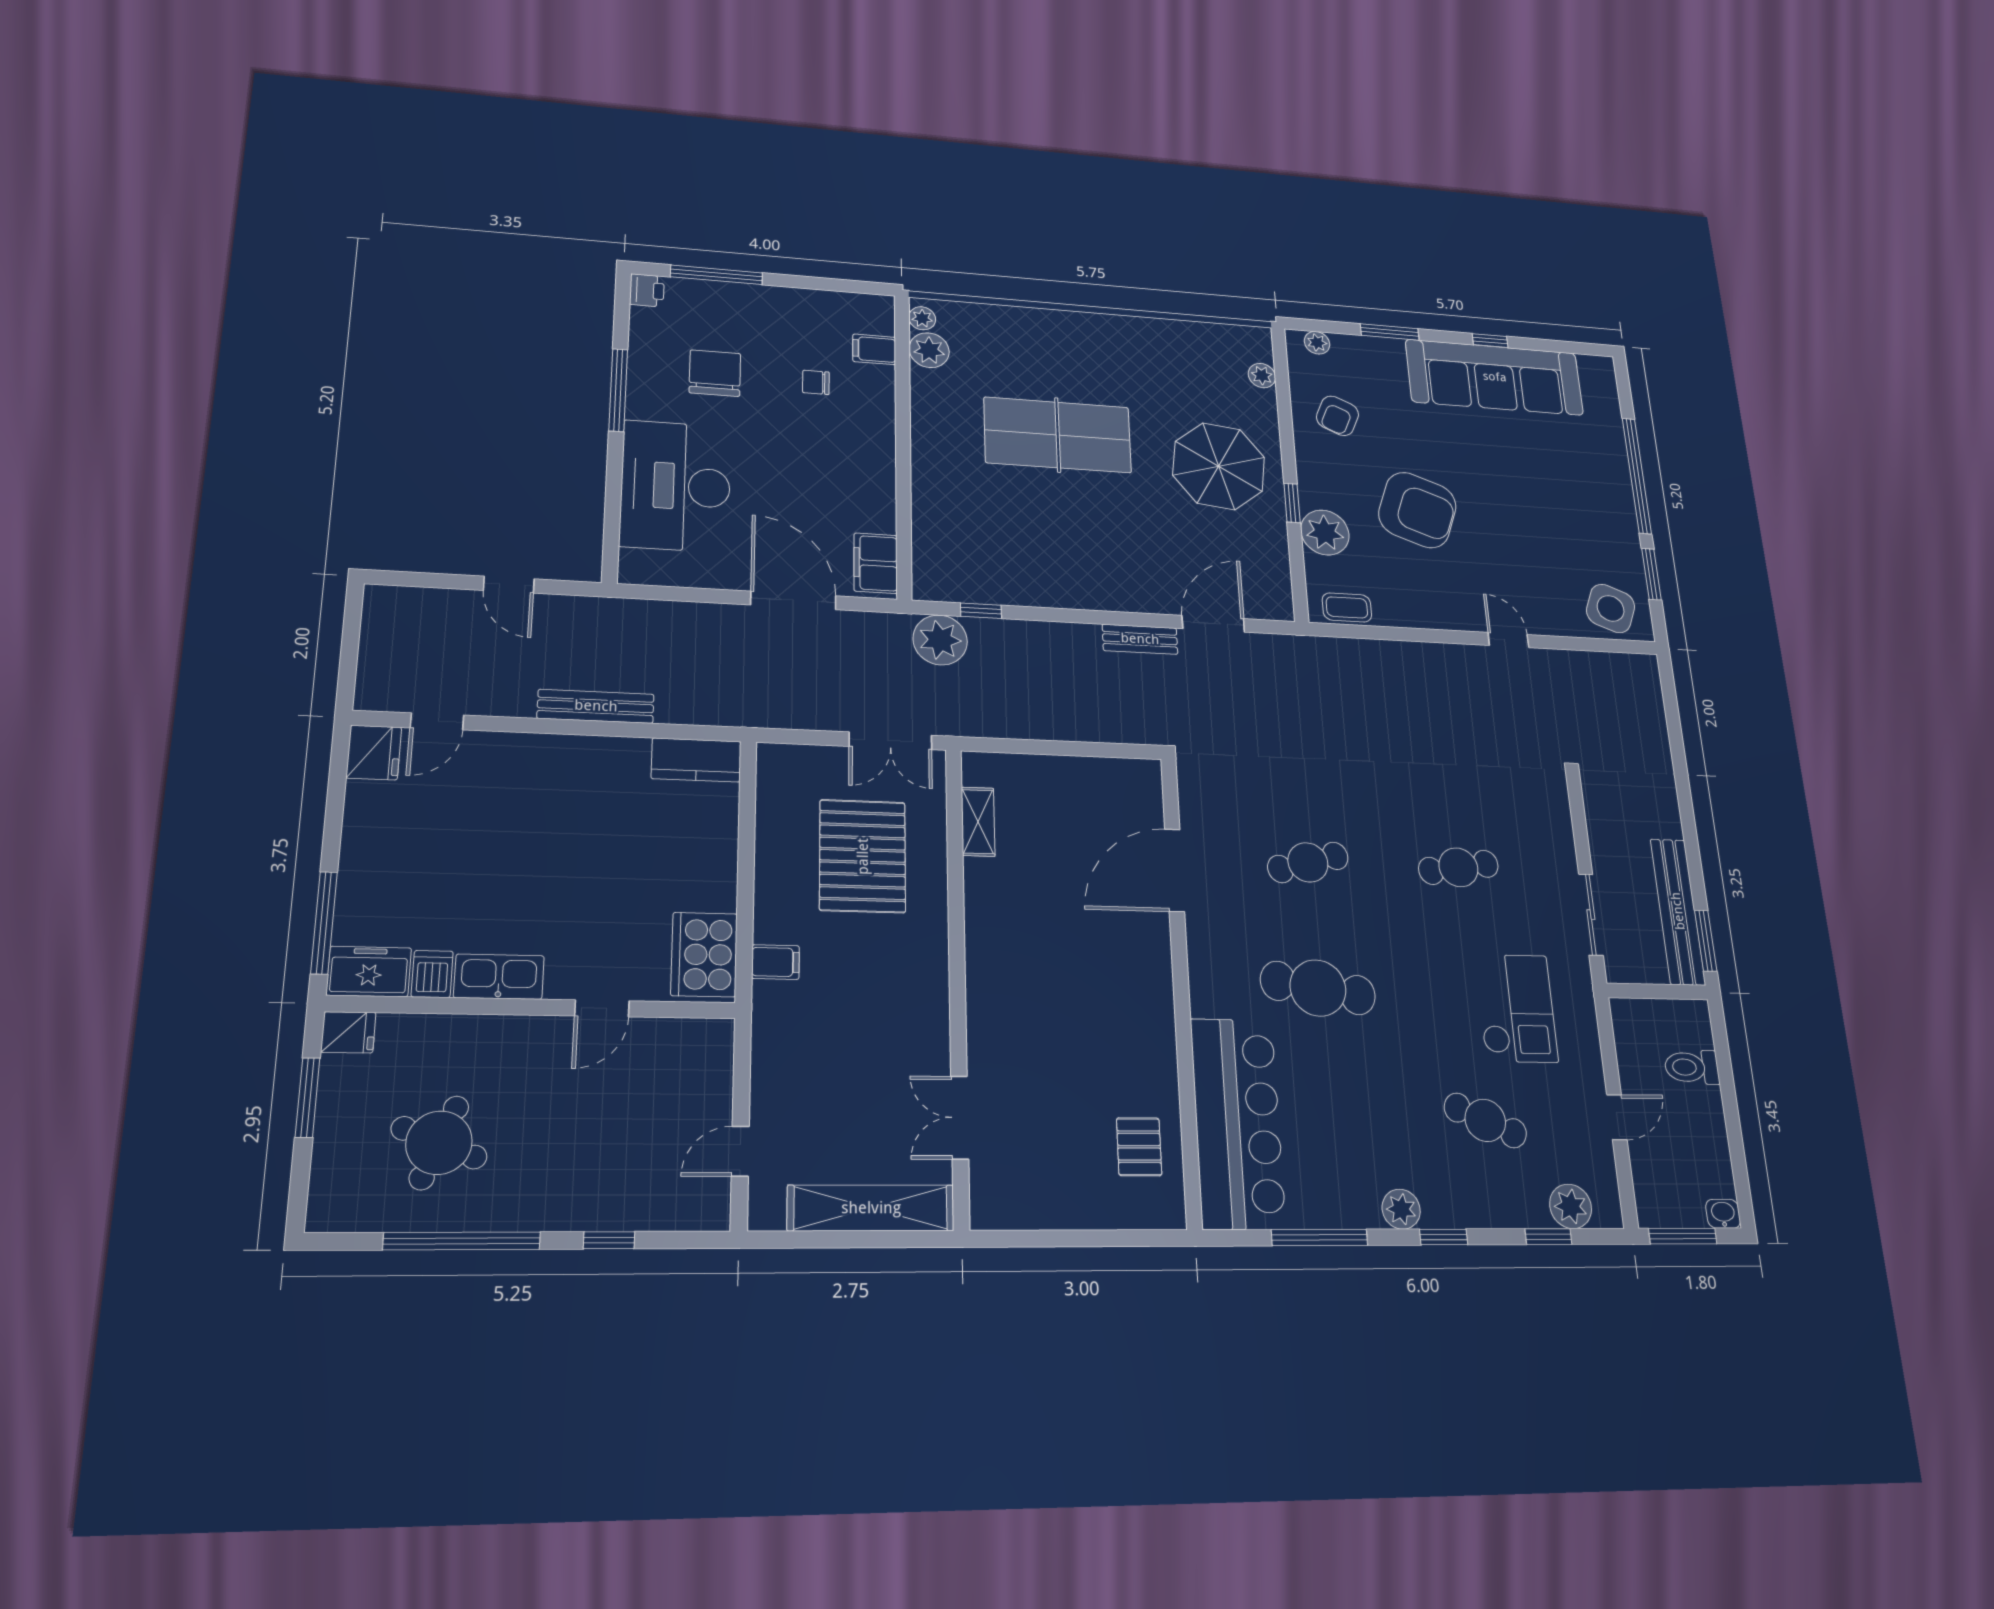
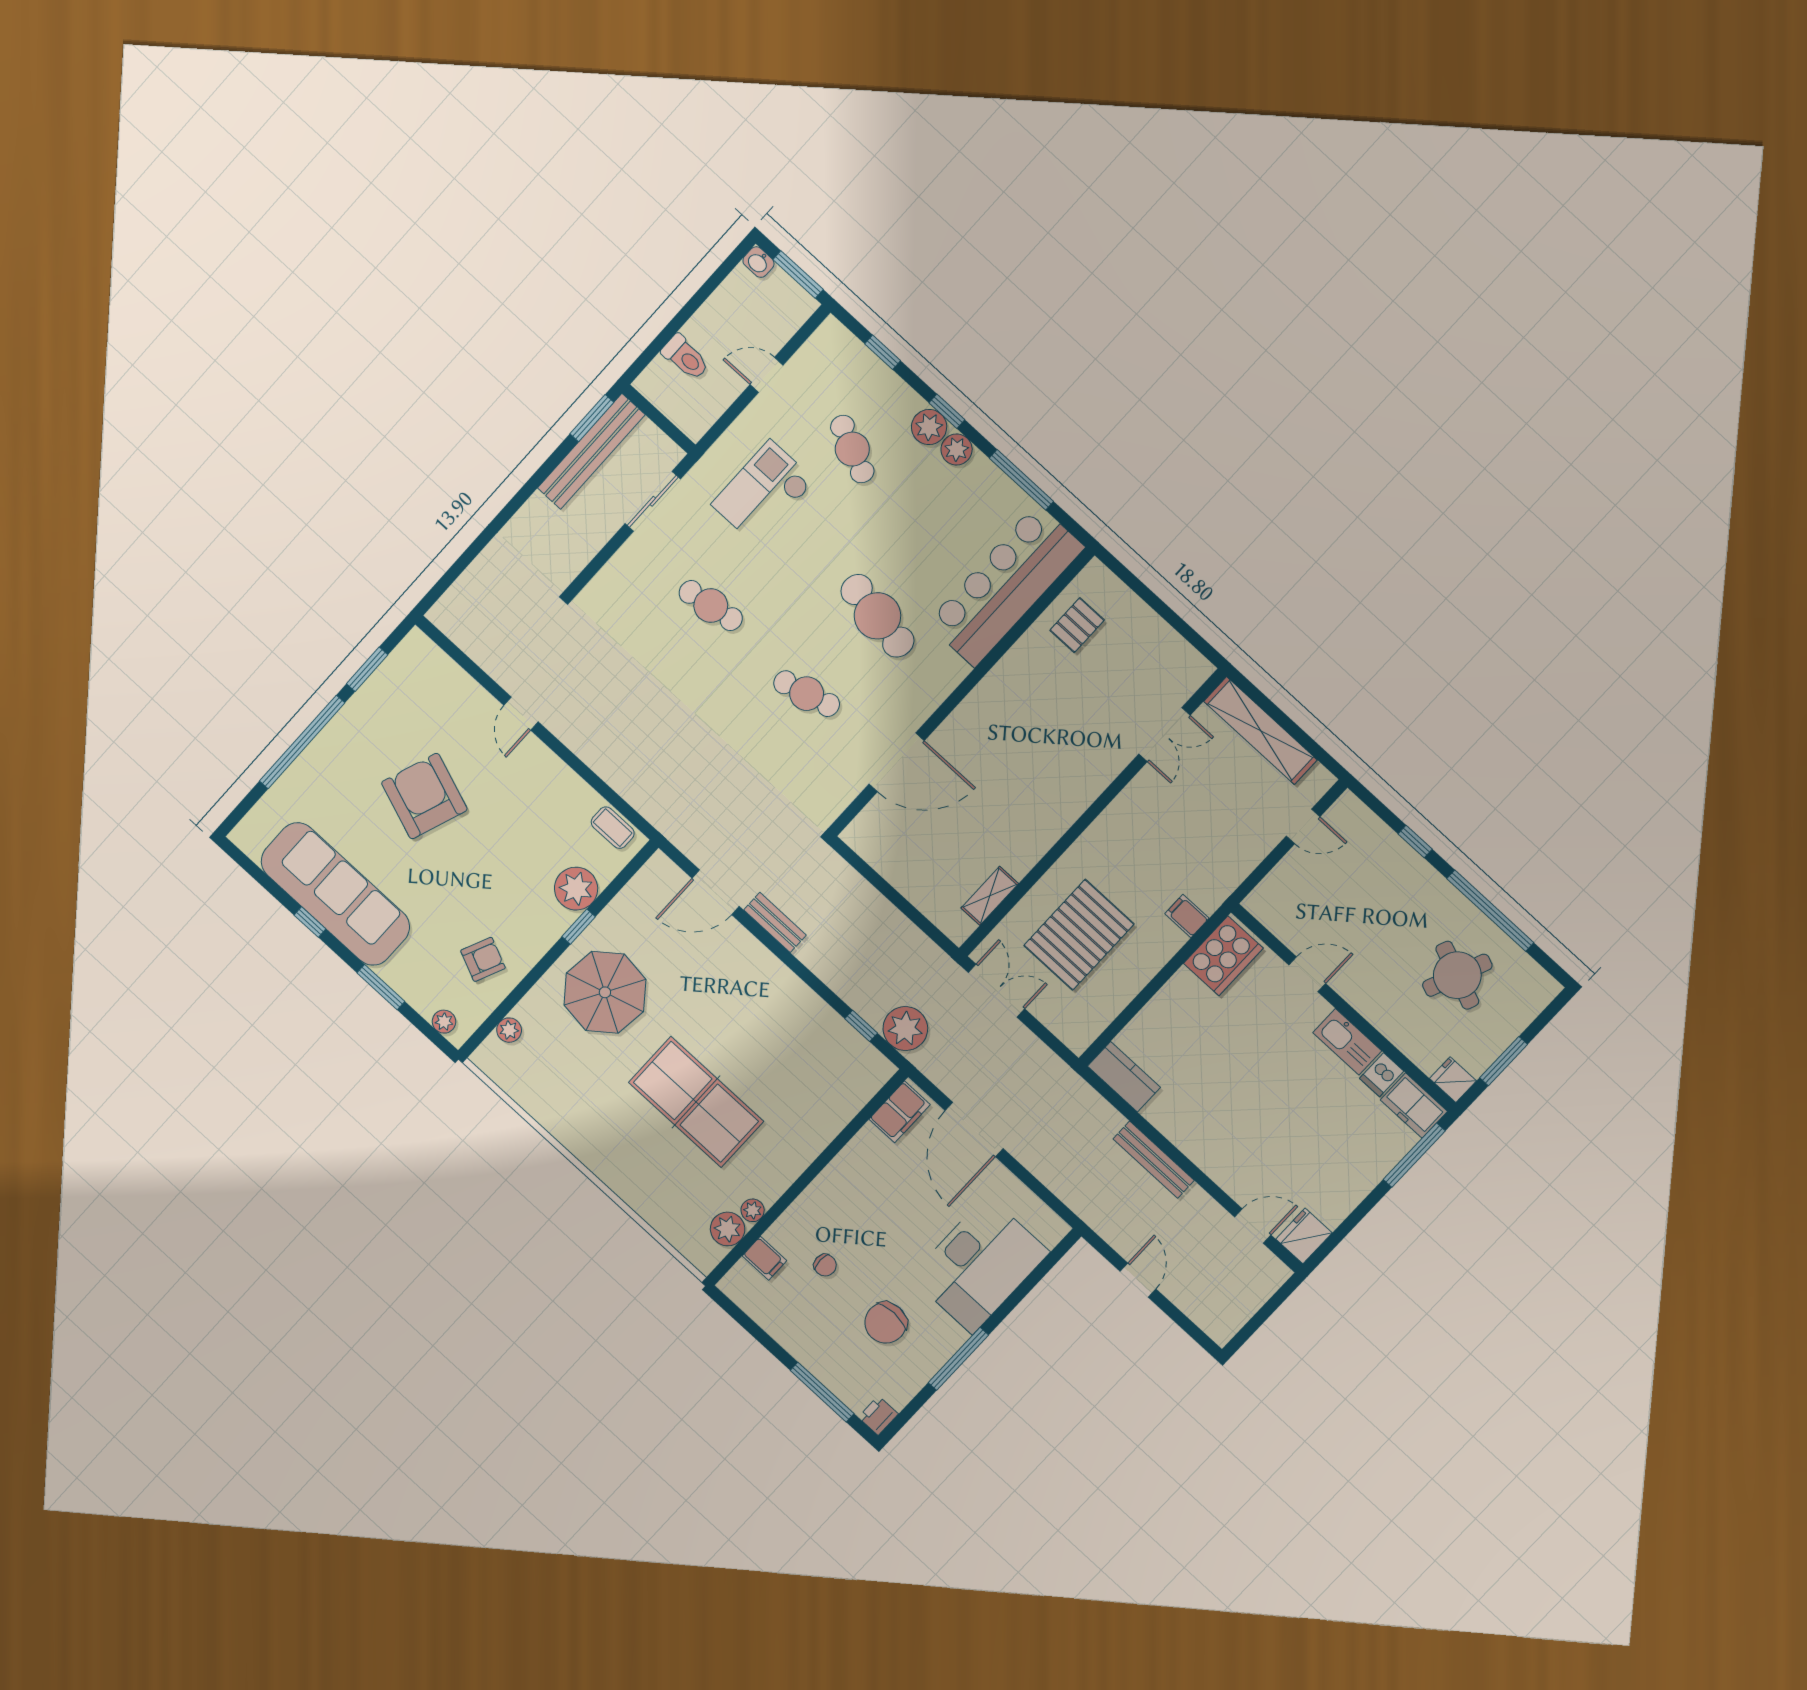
plant: (922, 318) -> (753, 1210), moved
armchair: (1417, 510) -> (424, 796), moved
side table: (1611, 608) -> (423, 672), removed
plant: (1571, 1206) -> (929, 427), moved

